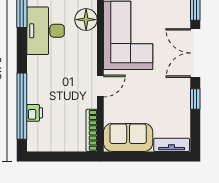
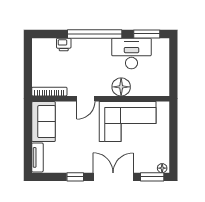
floor lamp: (86, 20) -> (121, 87), moved
door: (100, 86) -> (86, 99), hinge flipped
window: (22, 106) -> (95, 34), moved

